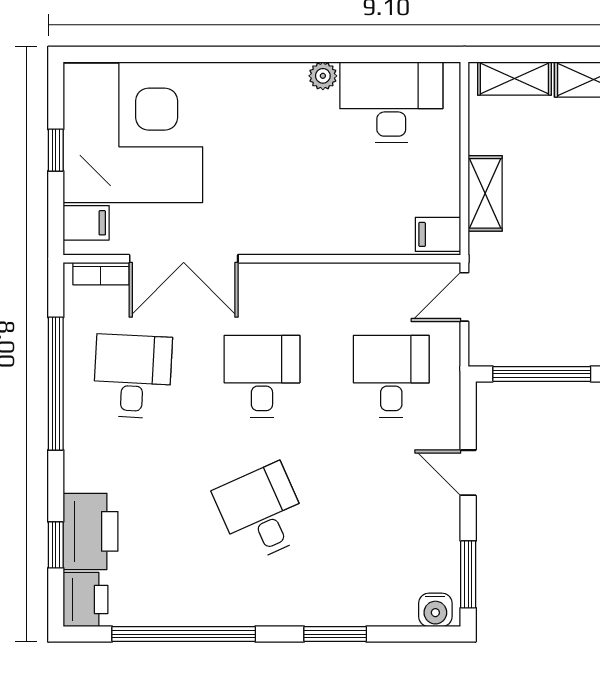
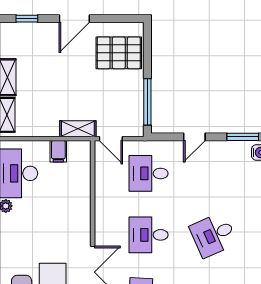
shelving: (485, 193) -> (78, 129), moved
filing cabinet: (438, 234) -> (58, 151), moved

